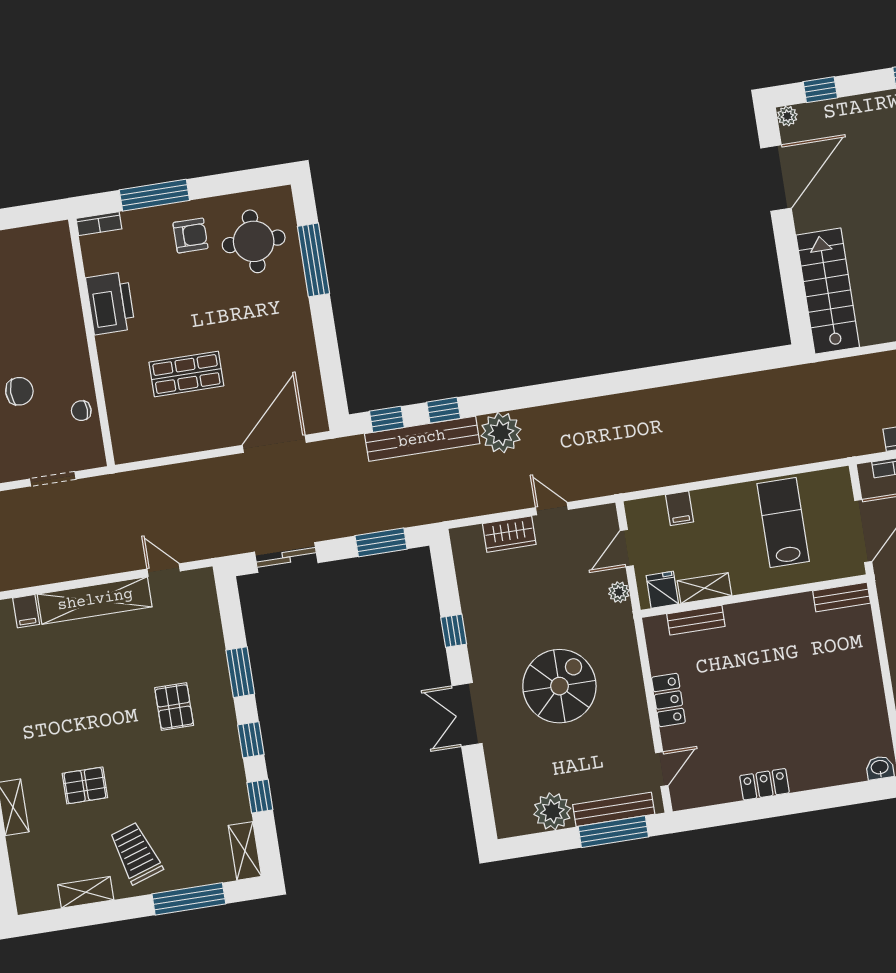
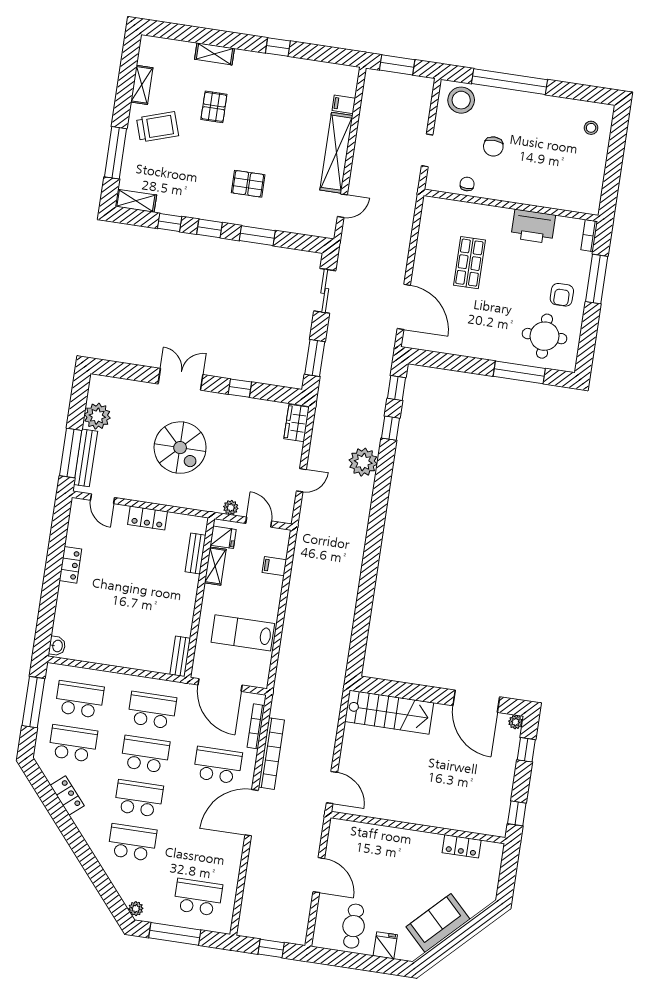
bench: (422, 439) -> (376, 408), removed
lab bench: (783, 522) -> (243, 633), turned 180
wardrobe: (509, 534) -> (297, 423), moved

